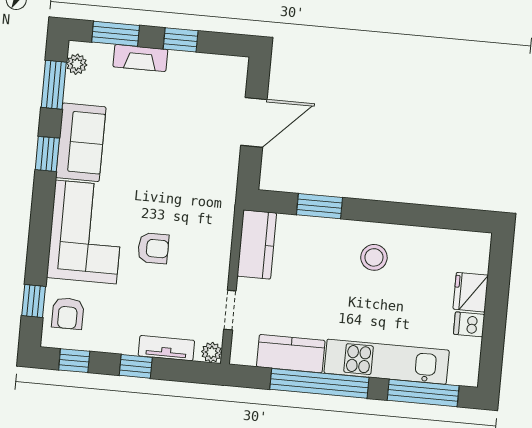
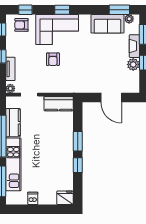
plant: (183, 65) -> (133, 64), added
sofa: (81, 142) -> (107, 24), moved
window: (47, 154) -> (62, 10), moved
window: (320, 206) -> (78, 141), moved
window: (402, 214) -> (78, 165), added
stool: (374, 257) -> (58, 155), removed
fridge: (471, 292) -> (65, 198), moved

